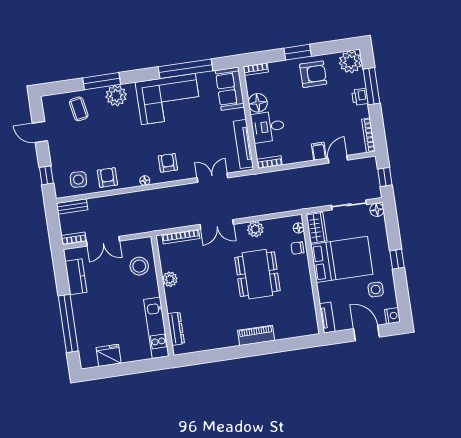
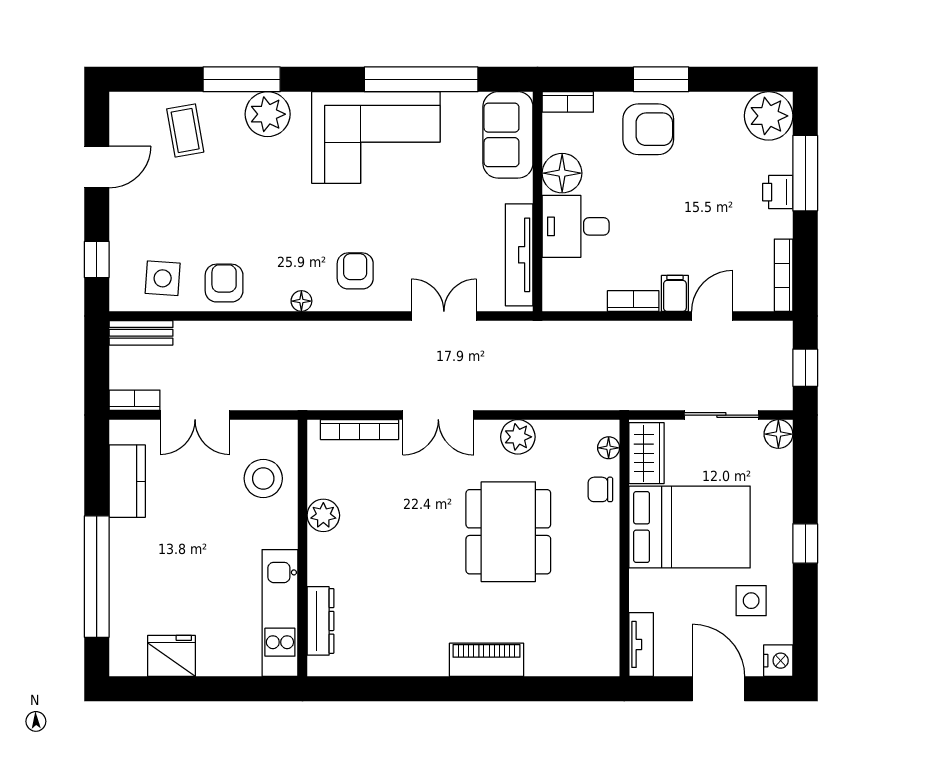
armchair: (313, 74) -> (648, 129), moved
door: (40, 132) -> (97, 167), swing flipped
bookcase: (269, 162) -> (633, 301), moved

